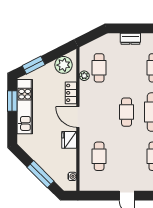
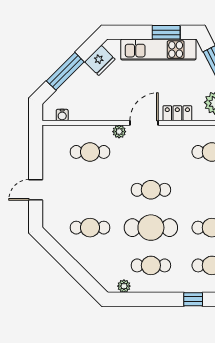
plant: (84, 76) -> (119, 132), moved
fridge: (69, 140) -> (100, 60), moved, turned 135

